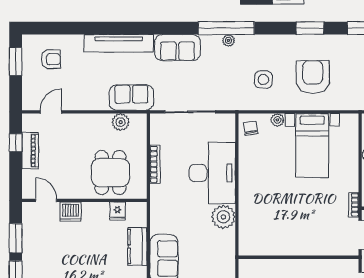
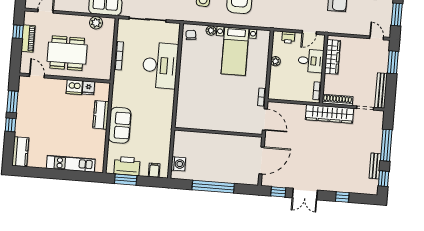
dining table: (110, 173) -> (67, 53), moved, width x1.38
dishwasher: (71, 212) -> (74, 87), moved
plant: (223, 217) -> (166, 98), removed

